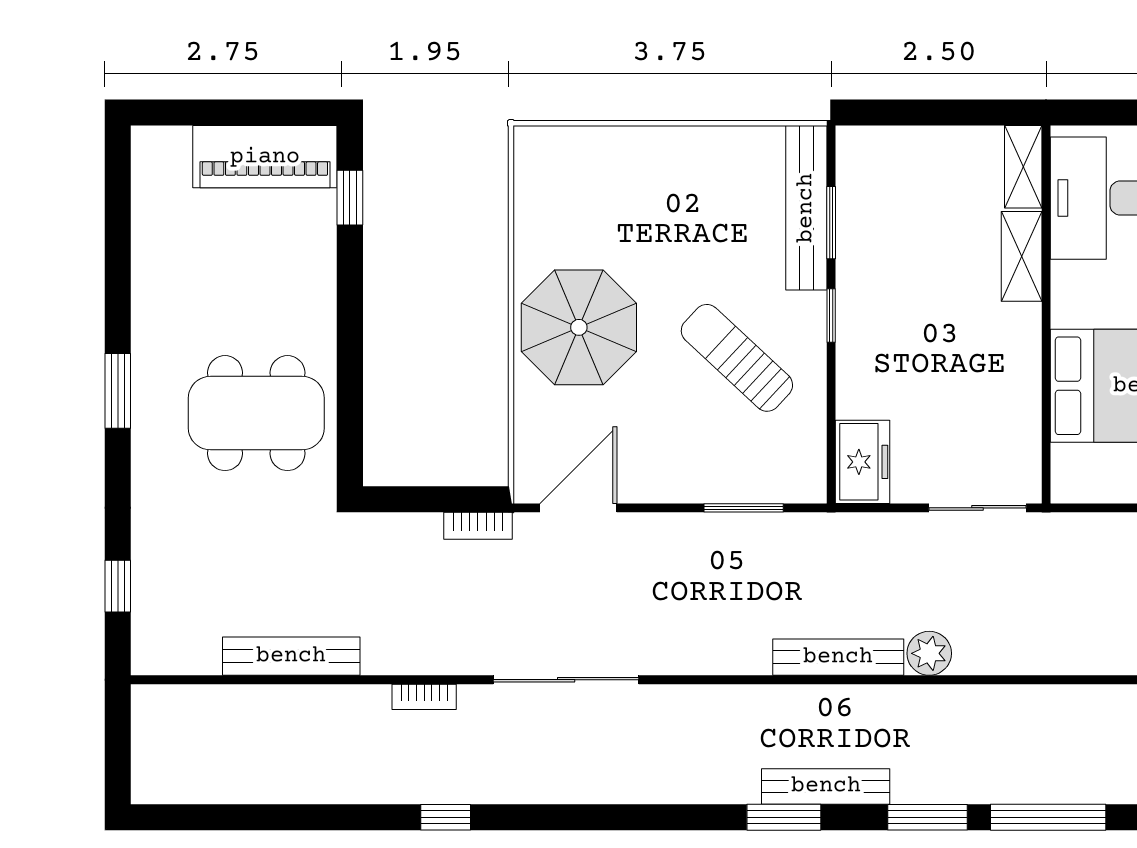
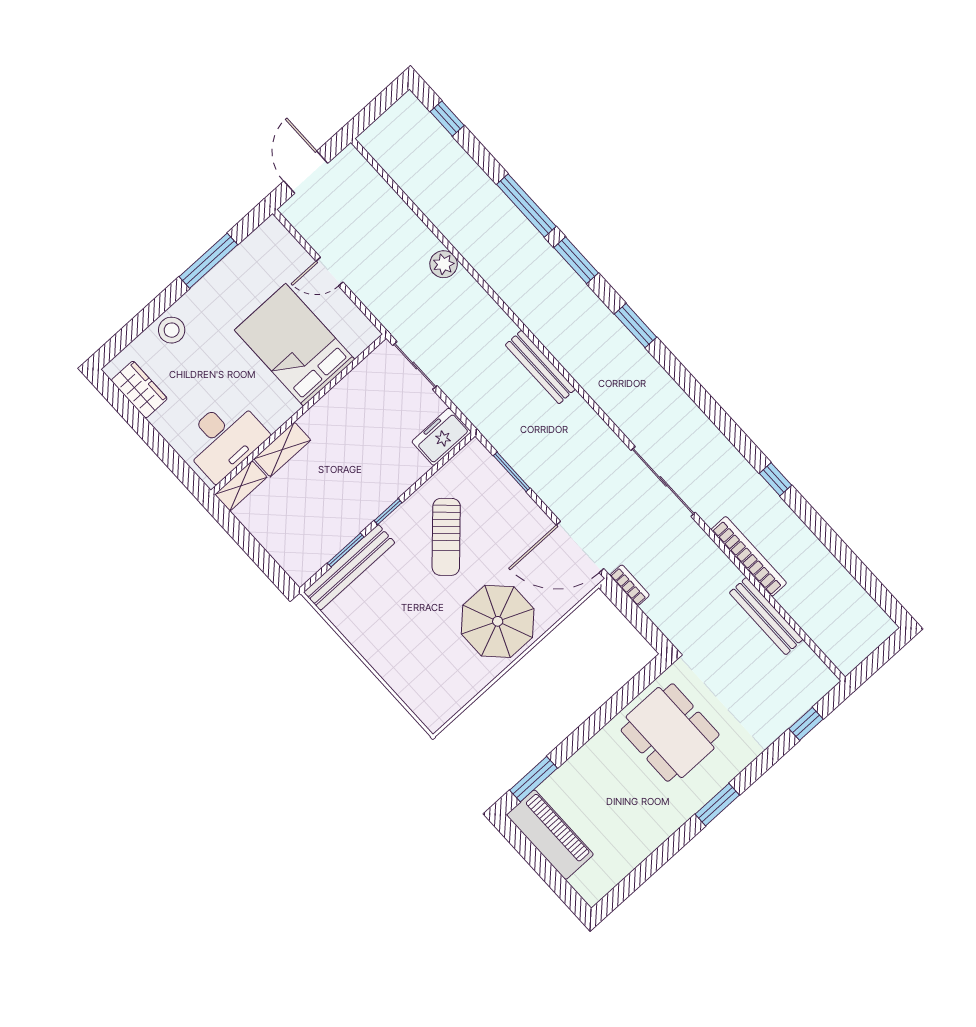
window: (350, 198) -> (533, 779), width x1.50
door: (578, 508) -> (580, 547), width x1.36
plant: (929, 653) -> (444, 264), moved
bookcase: (424, 697) -> (749, 556), width x2.31, depth x1.31
bench: (826, 786) -> (604, 319), removed

